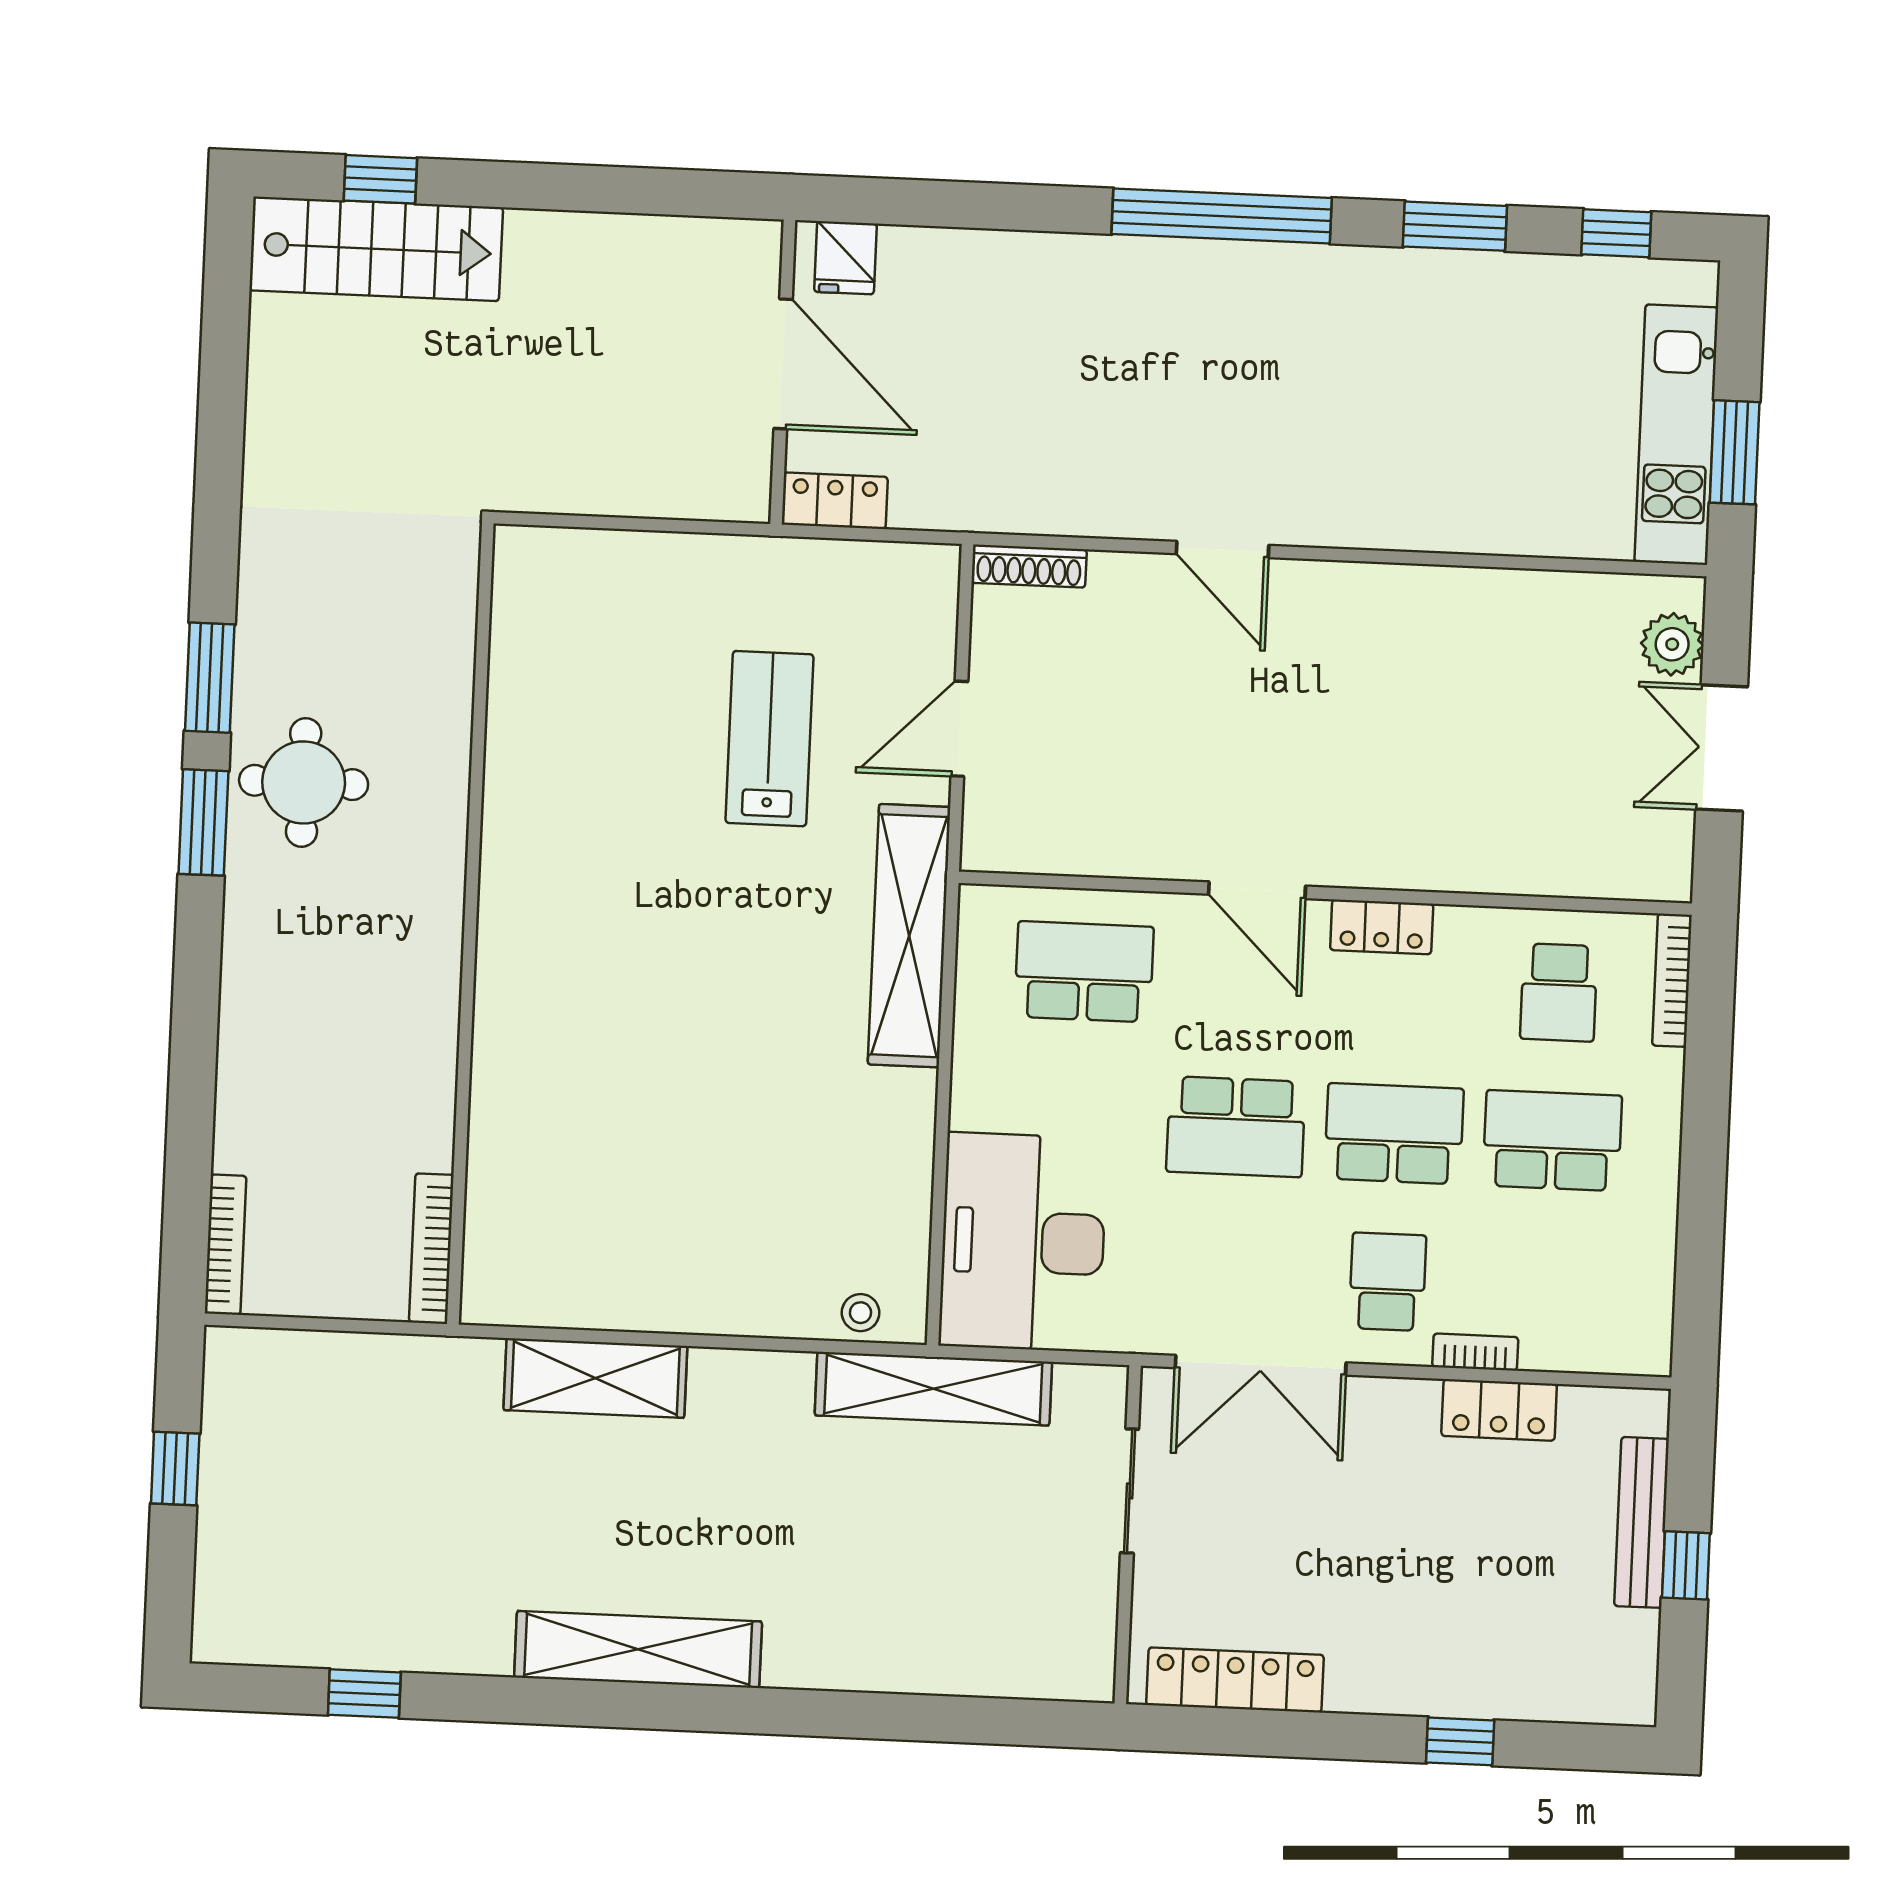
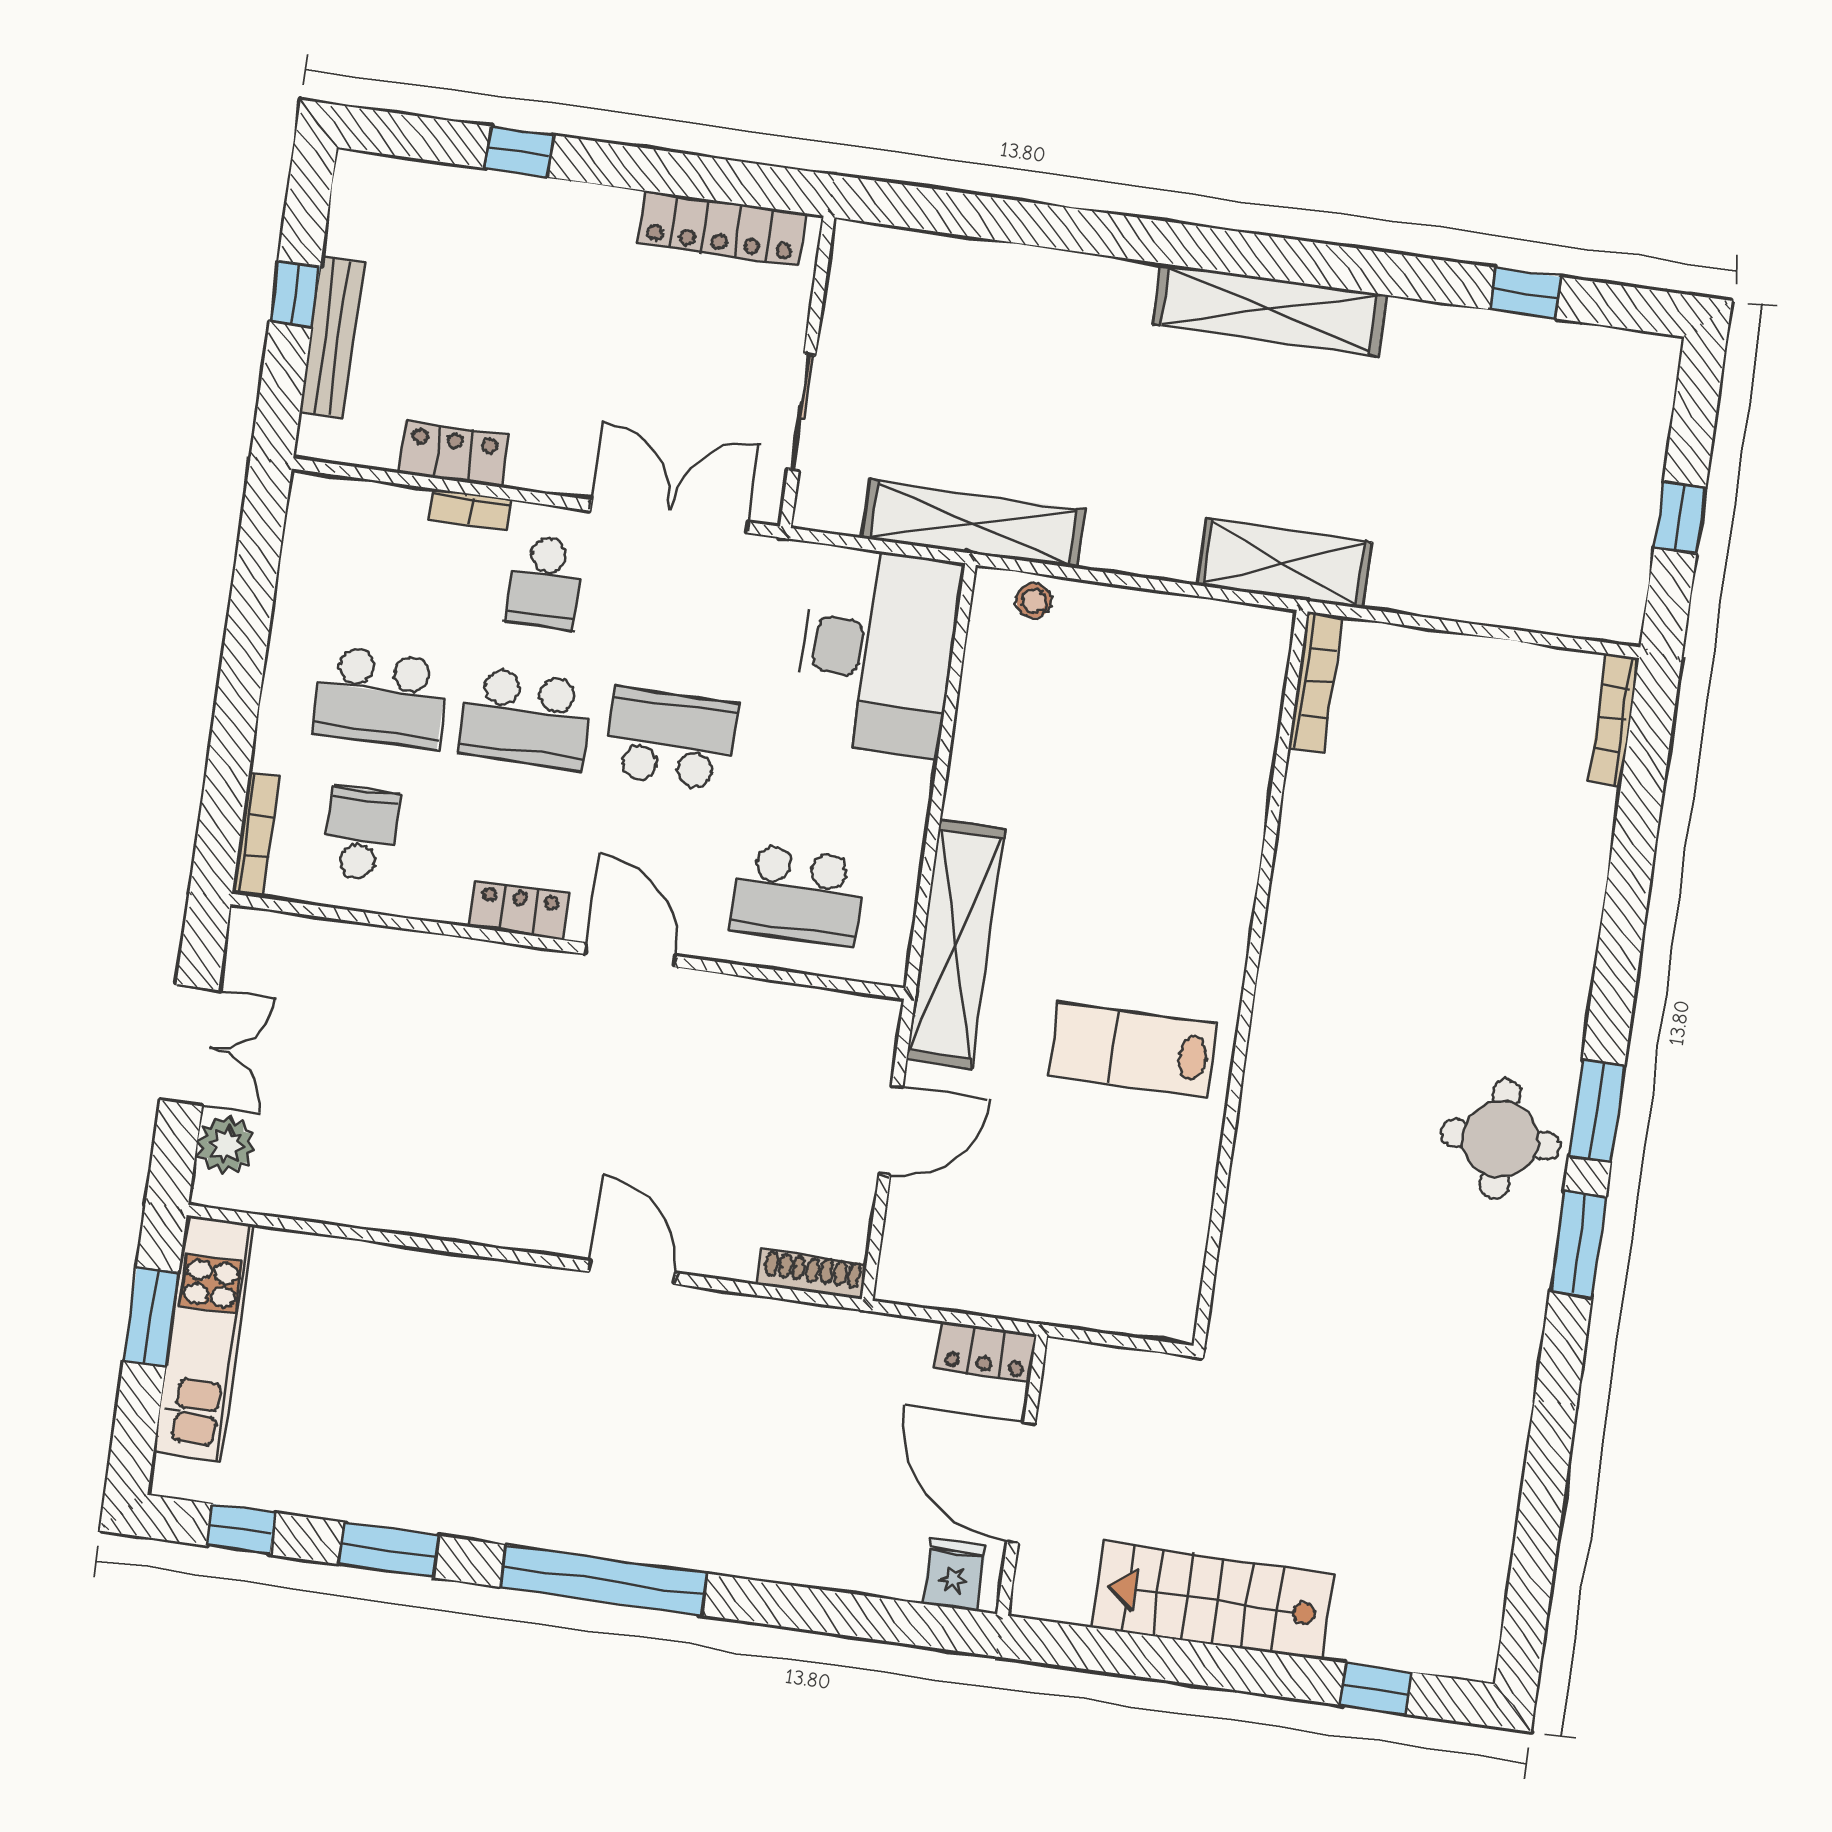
stairs: (376, 249) -> (1213, 1601), moved
lab bench: (769, 739) -> (1132, 1049), moved, turned 90
wall: (470, 924) -> (1250, 979), moved
bookcase: (431, 1249) -> (1315, 682), moved

